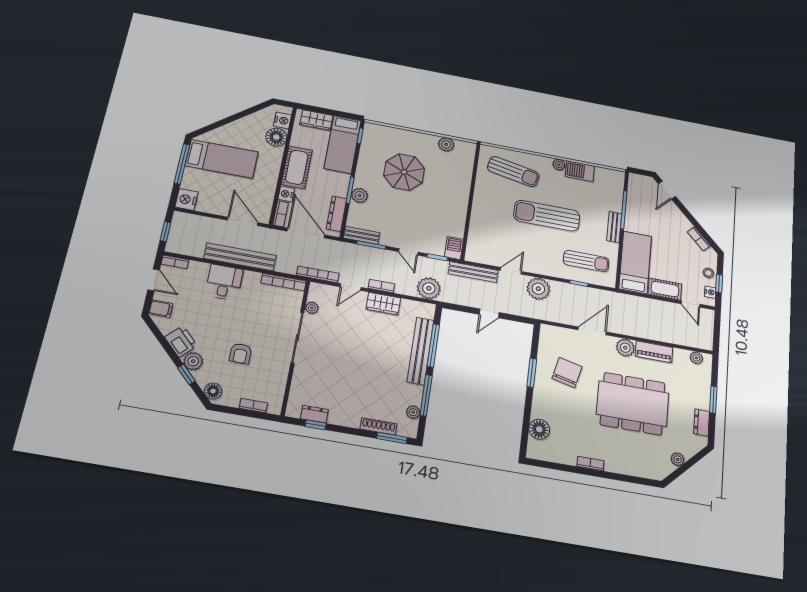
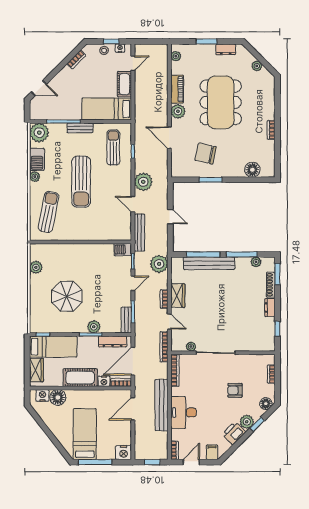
plant: (612, 180) -> (39, 133), added
desk: (224, 282) -> (183, 413), width x1.37
armchair: (240, 353) -> (235, 390), turned 180
dresser: (314, 414) -> (270, 307), moved

